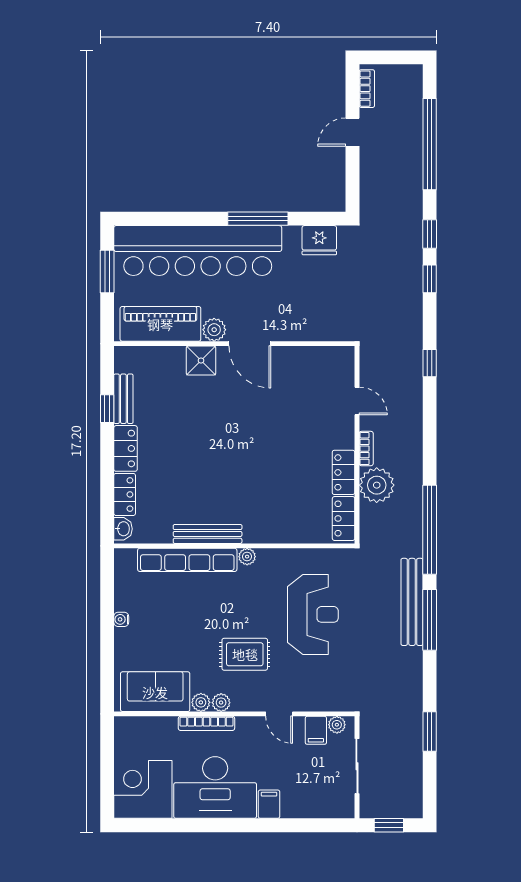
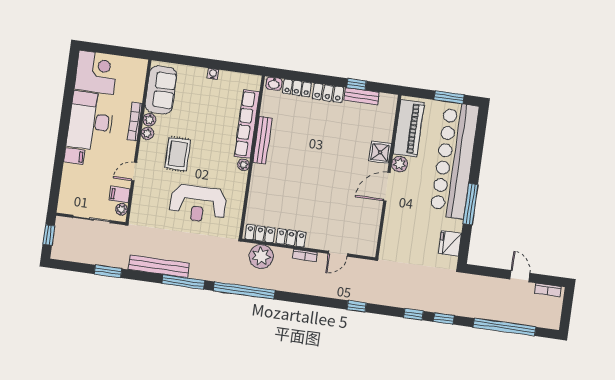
plant: (377, 485) -> (261, 256), moved
bench: (412, 602) -> (159, 266), moved

